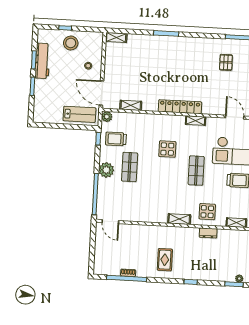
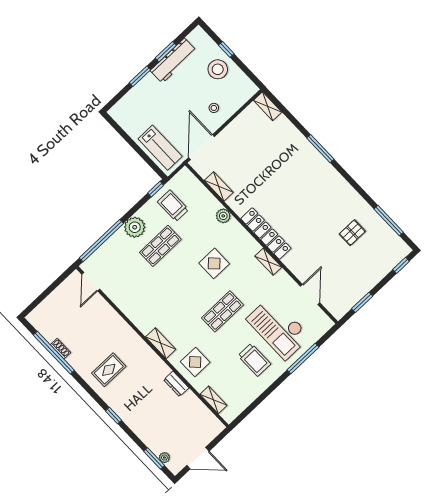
plant: (107, 117) -> (223, 216), moved

